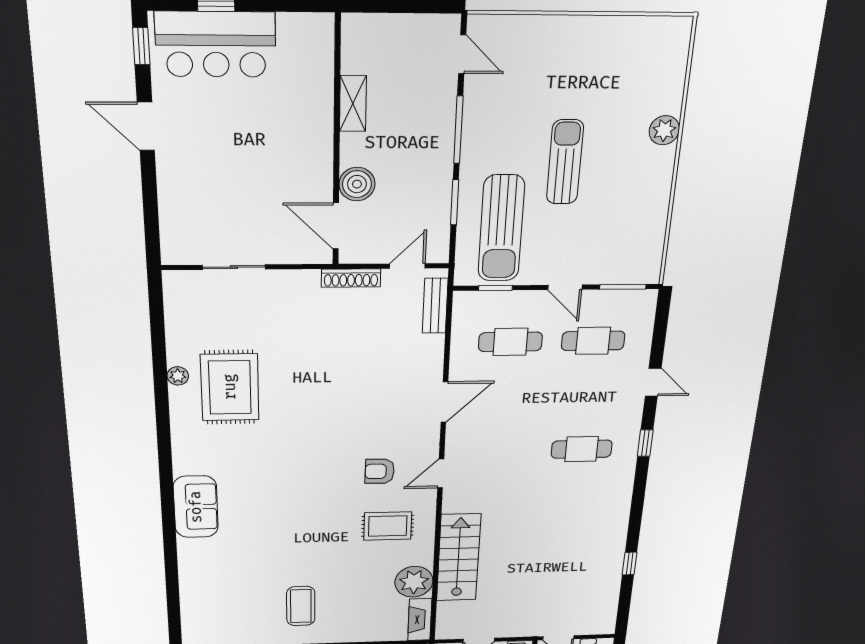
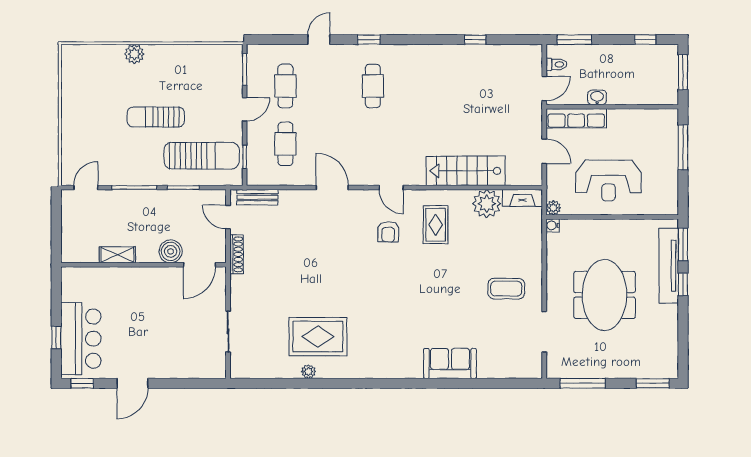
sofa: (196, 507) -> (450, 363), moved

